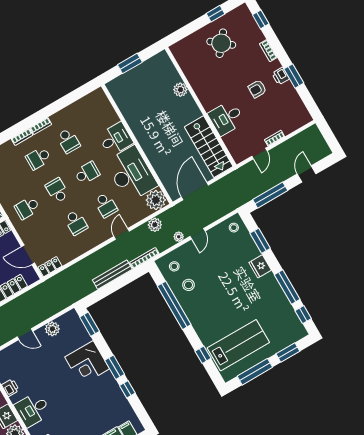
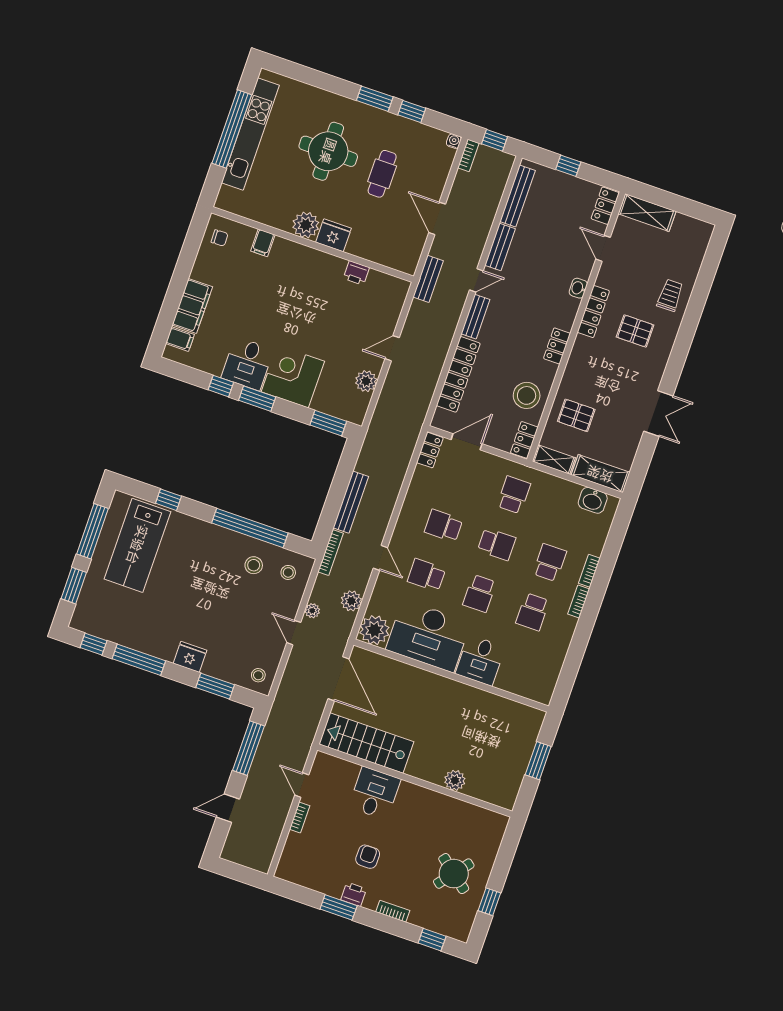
school desk: (68, 141) -> (533, 612), turned -90
door: (307, 174) -> (228, 808), swing flipped
desk: (33, 409) -> (248, 364), moved, turned 180

